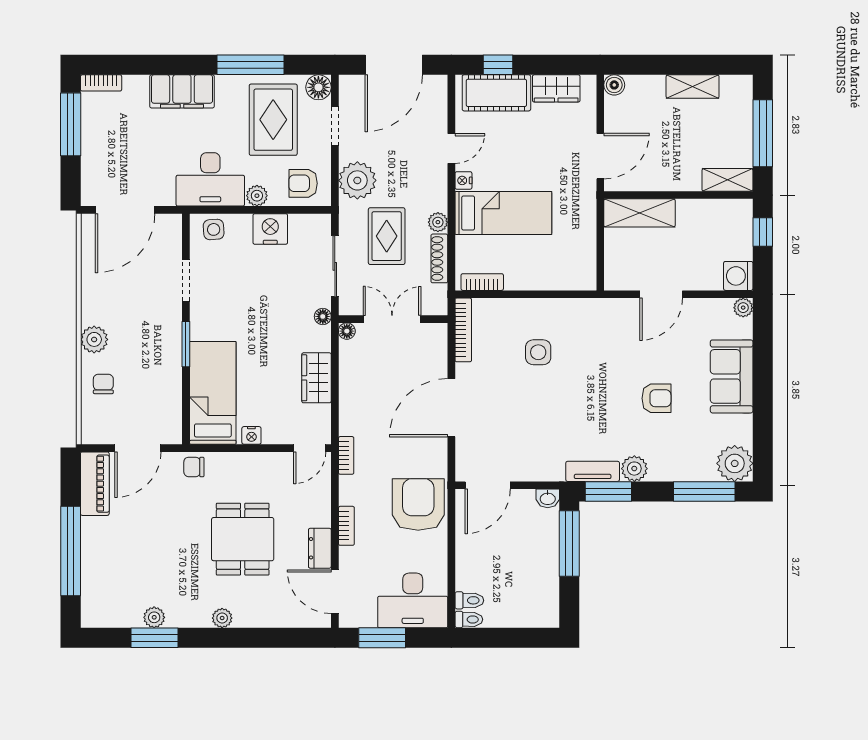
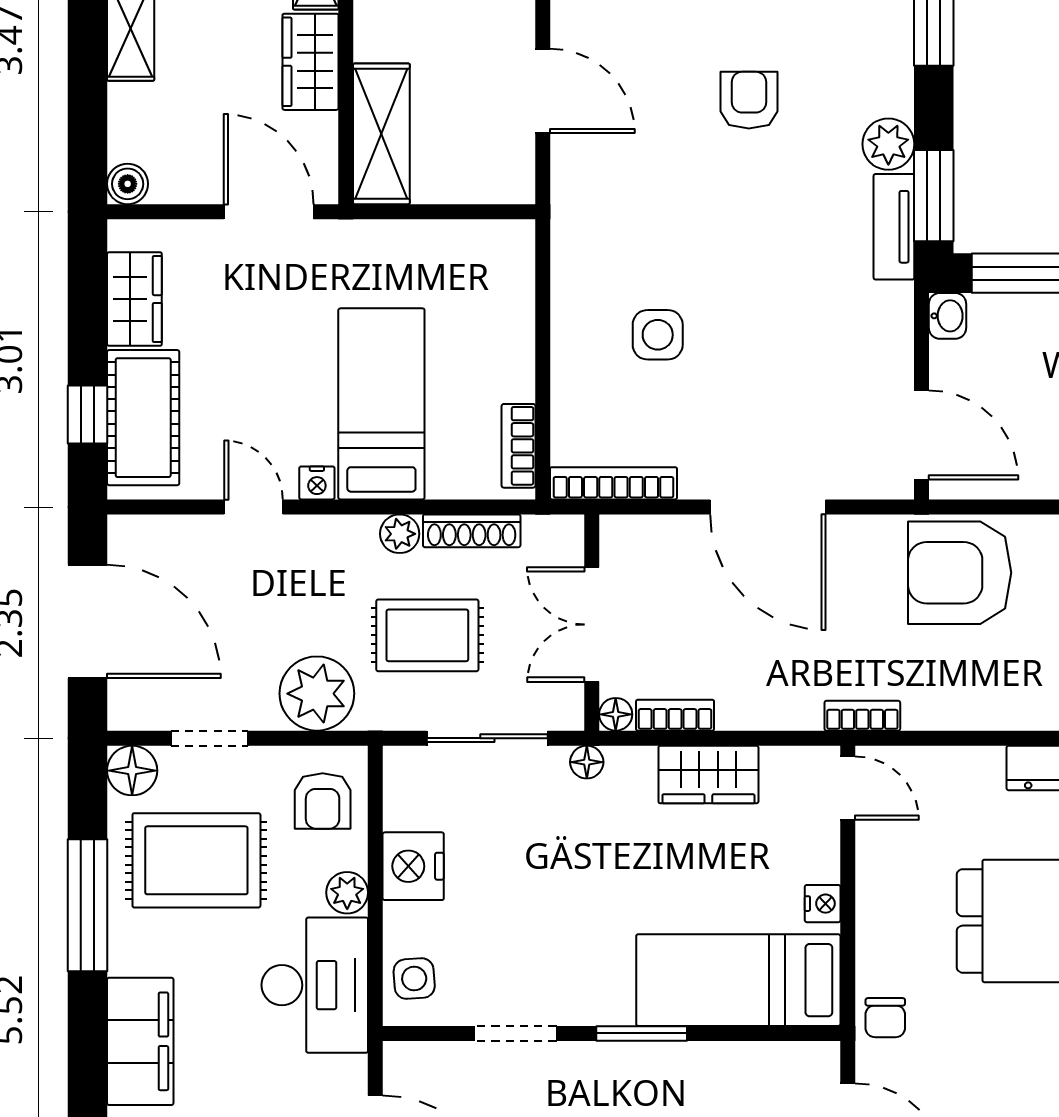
wardrobe: (676, 177) -> (310, 62), added
bookcase: (346, 526) -> (675, 715), moved

